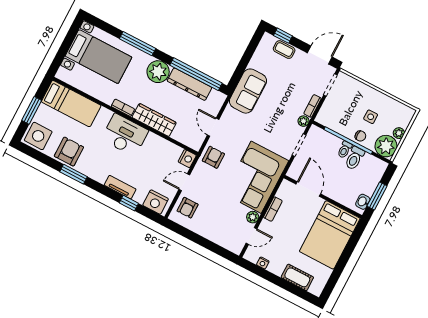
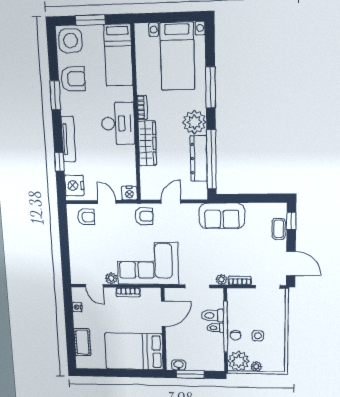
toilet: (355, 158) -> (213, 315), moved
tv unit: (120, 187) -> (68, 139), width x1.41
armchair: (188, 208) -> (86, 217), turned 180

